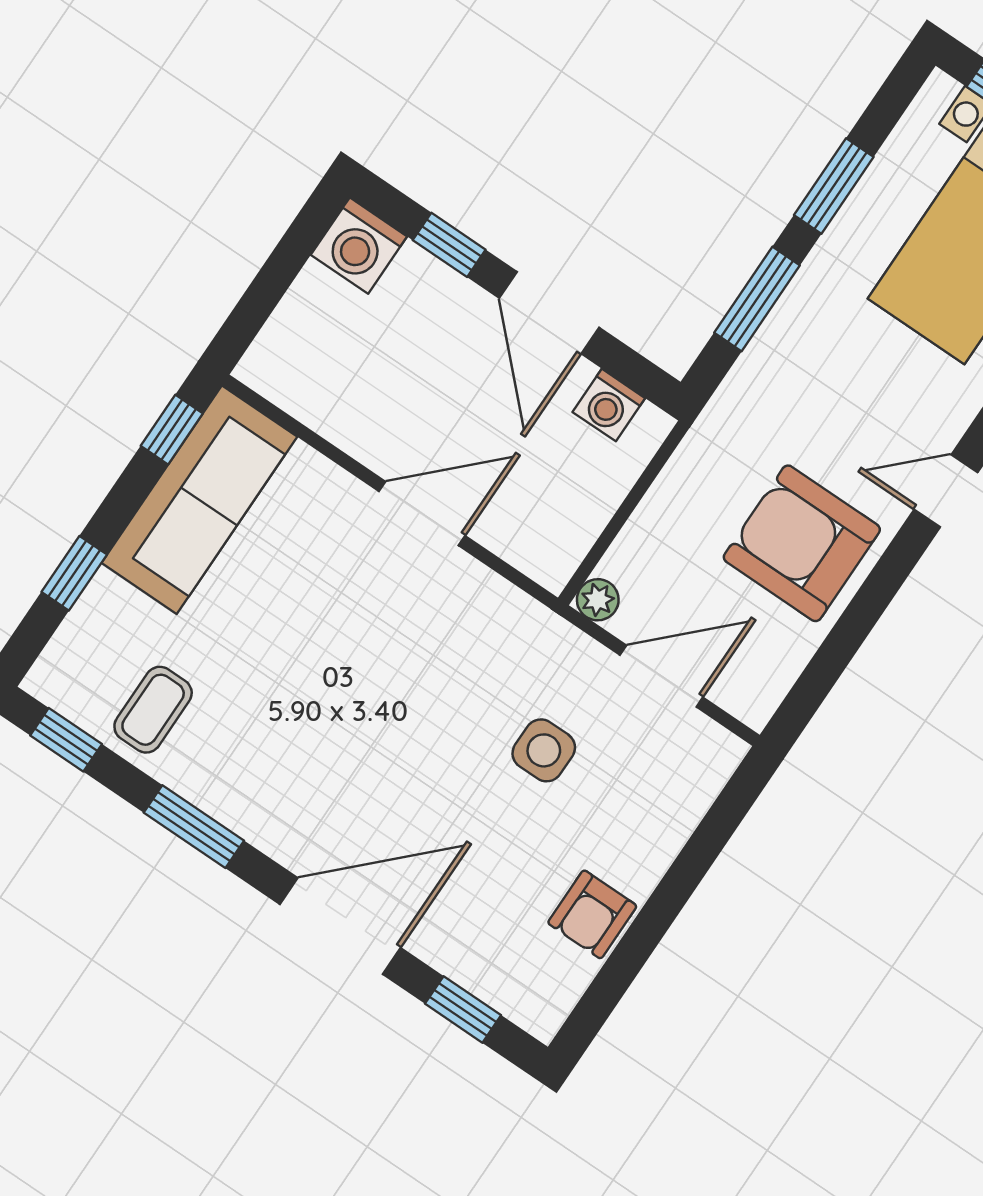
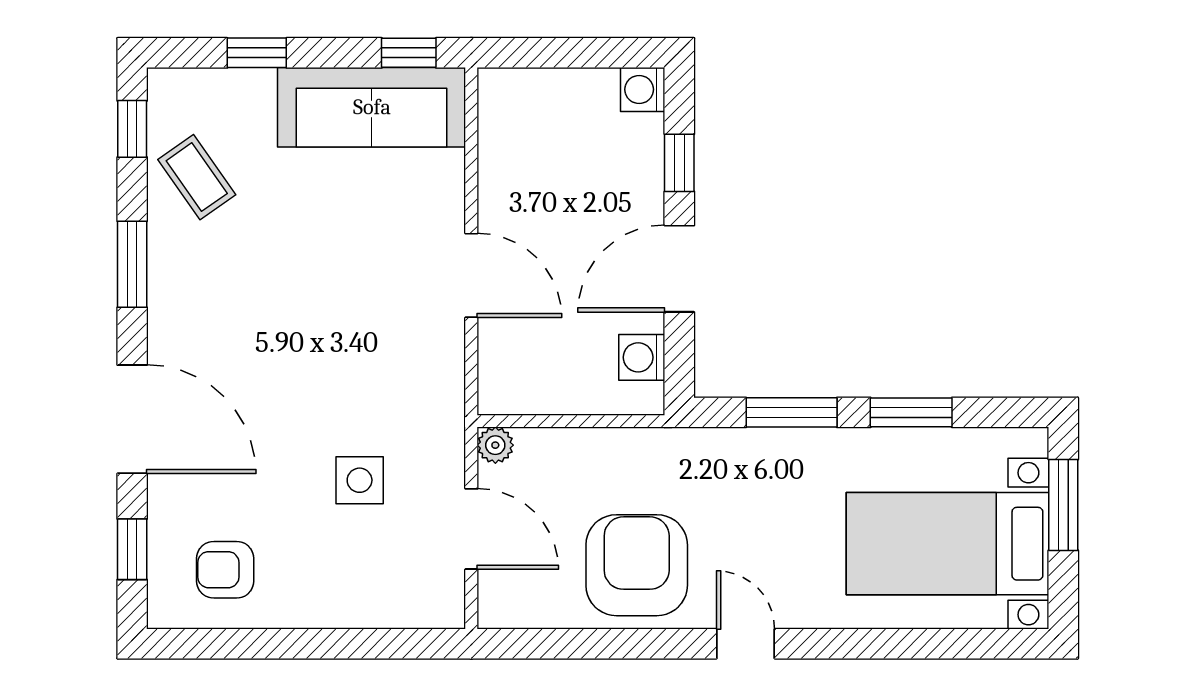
washing machine: (359, 246) -> (643, 89), width x0.73, depth x0.73
coffee table: (153, 710) -> (197, 177), turned 55
armchair: (592, 914) -> (225, 570), moved

